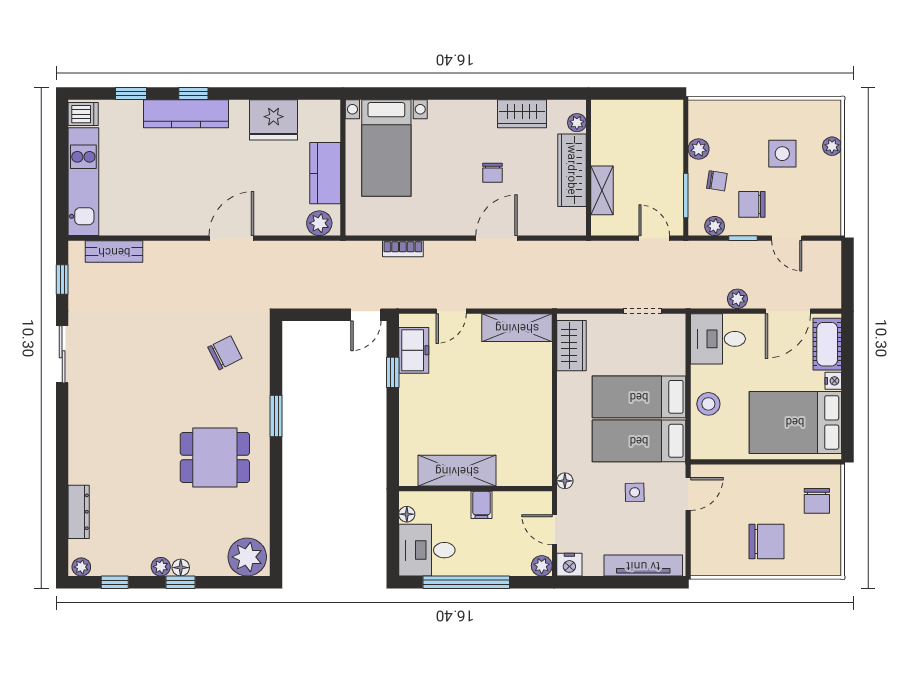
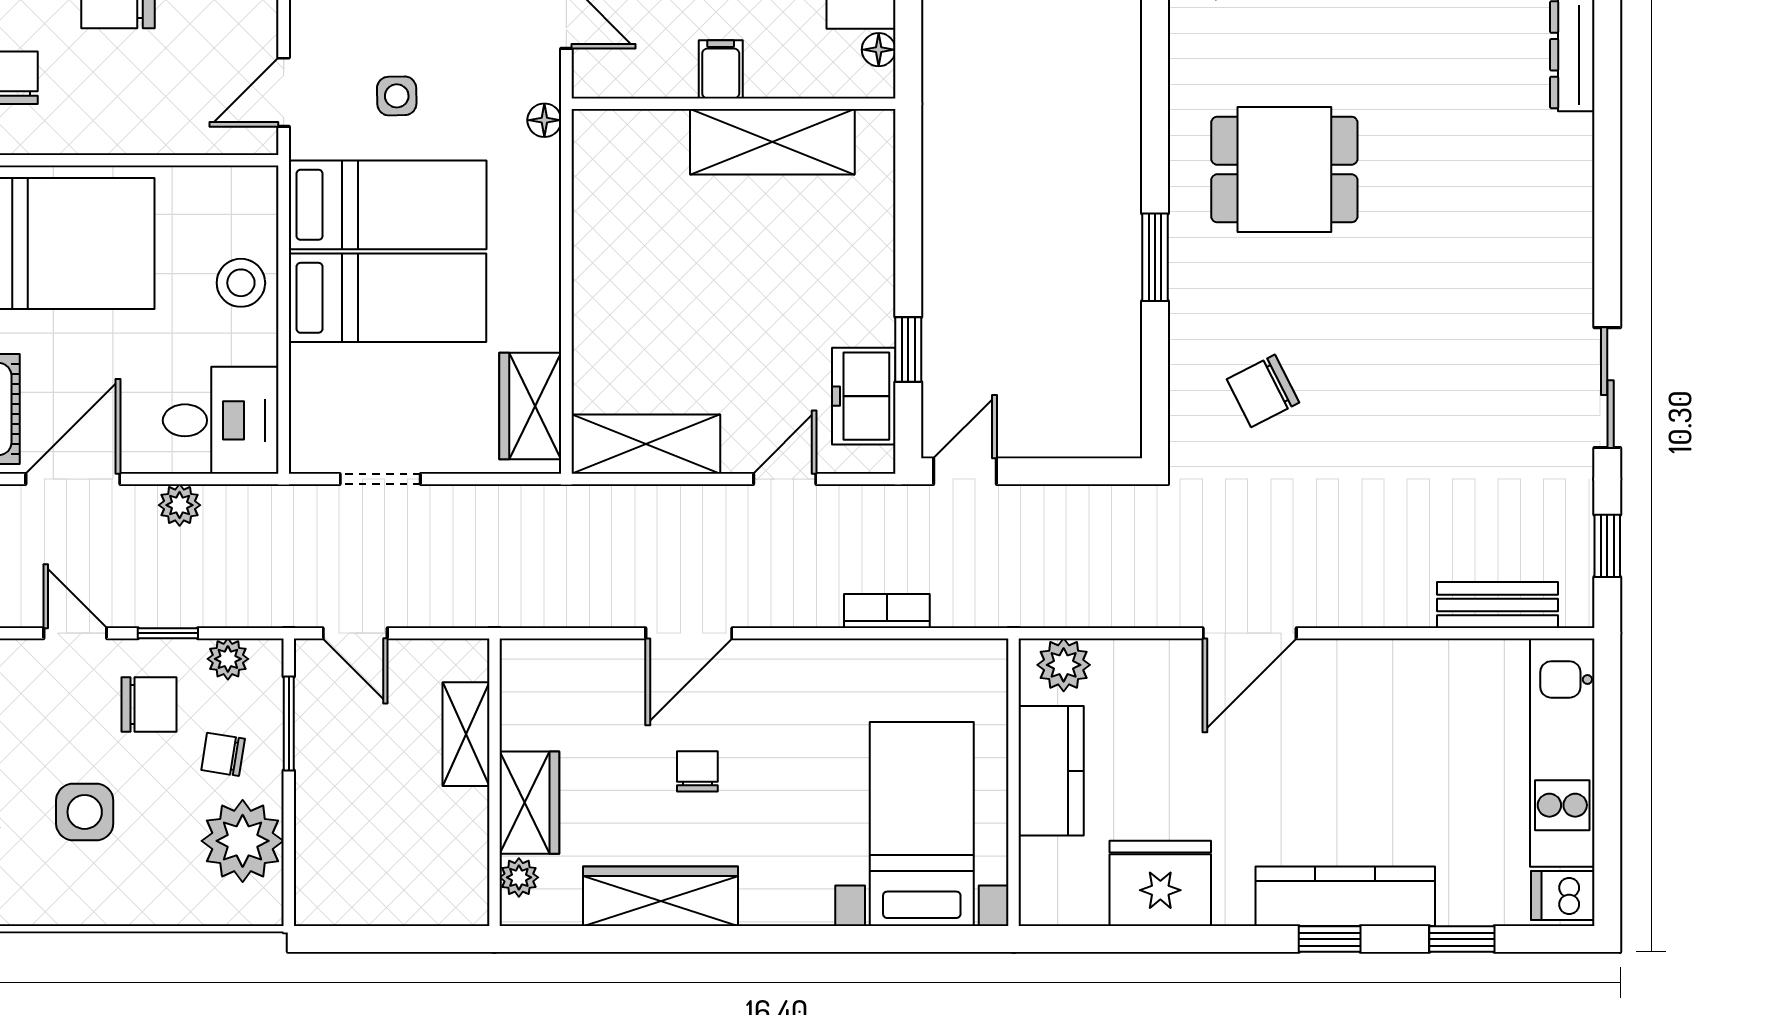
wardrobe: (522, 114) -> (661, 896), width x1.50
plant: (699, 149) -> (243, 841), width x1.87, depth x1.87
wardrobe: (572, 170) -> (529, 803), width x0.67

